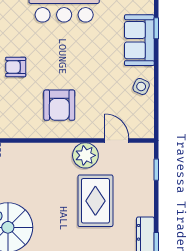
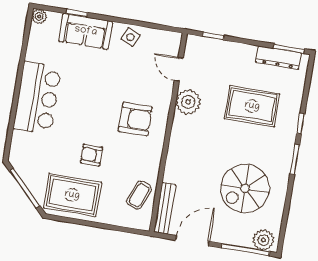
armchair: (16, 67) -> (91, 155), turned 90
door: (117, 140) -> (179, 69), hinge flipped
rug: (95, 201) -> (252, 106), moved

